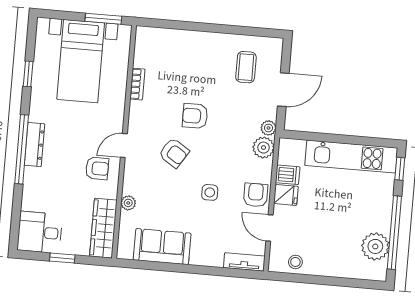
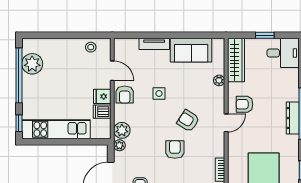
armchair: (195, 116) -> (175, 150), turned -90
tv unit: (244, 262) -> (154, 44), moved

